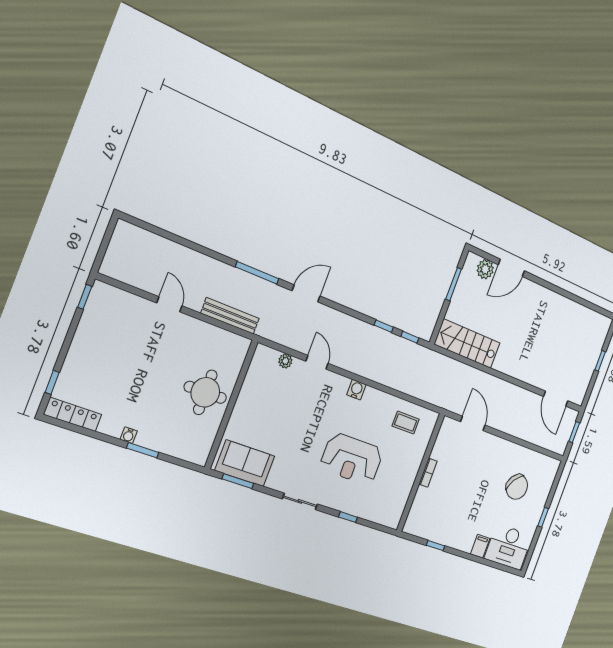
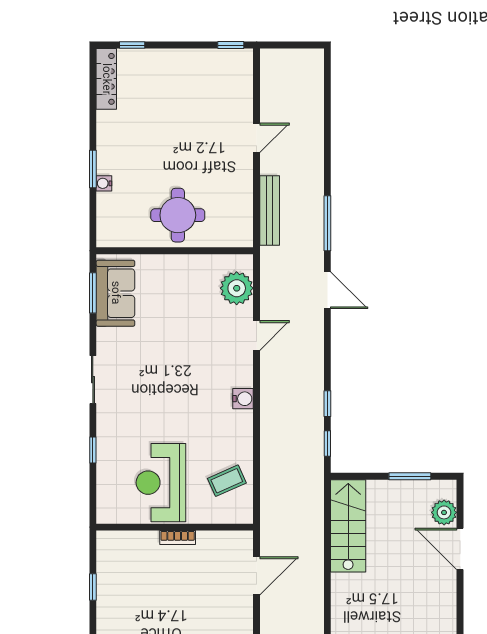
plant: (285, 361) -> (237, 288), width x1.87, depth x1.87
coffee table: (406, 423) -> (227, 481), turned 66
water cooler: (129, 435) -> (104, 183), moved
reception desk: (352, 459) -> (161, 483), moved

